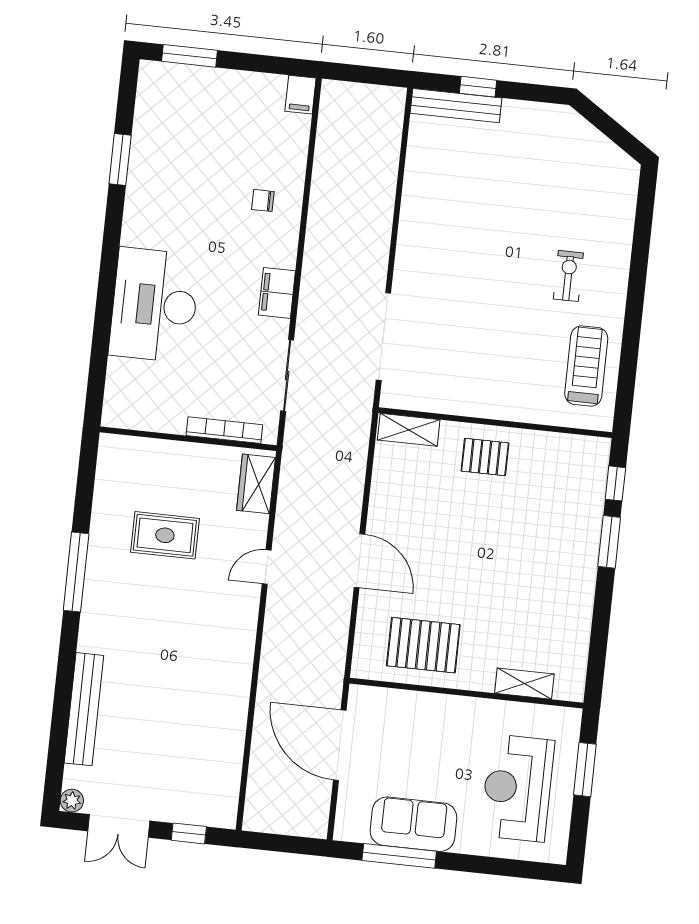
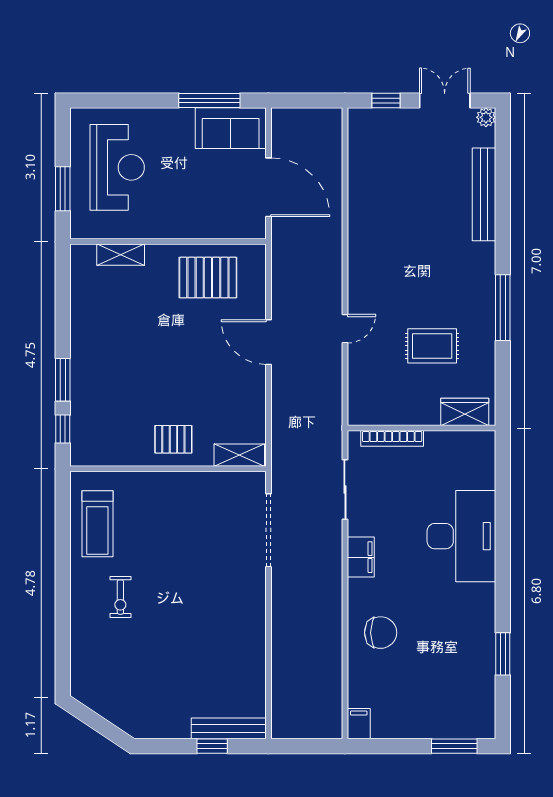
chair: (263, 200) -> (381, 633), width x1.87, depth x1.87
wardrobe: (256, 484) -> (465, 412), moved, turned -90
sofa: (413, 824) -> (231, 128), moved

